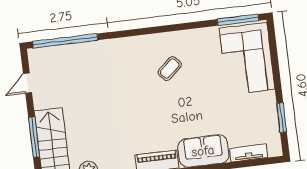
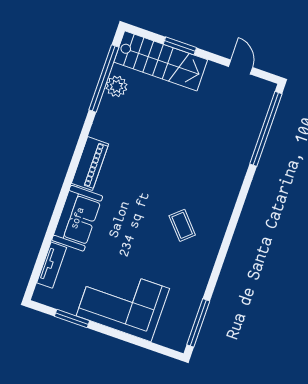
corner sofa: (247, 59) -> (123, 302), moved
window: (34, 137) -> (180, 46), width x0.69

